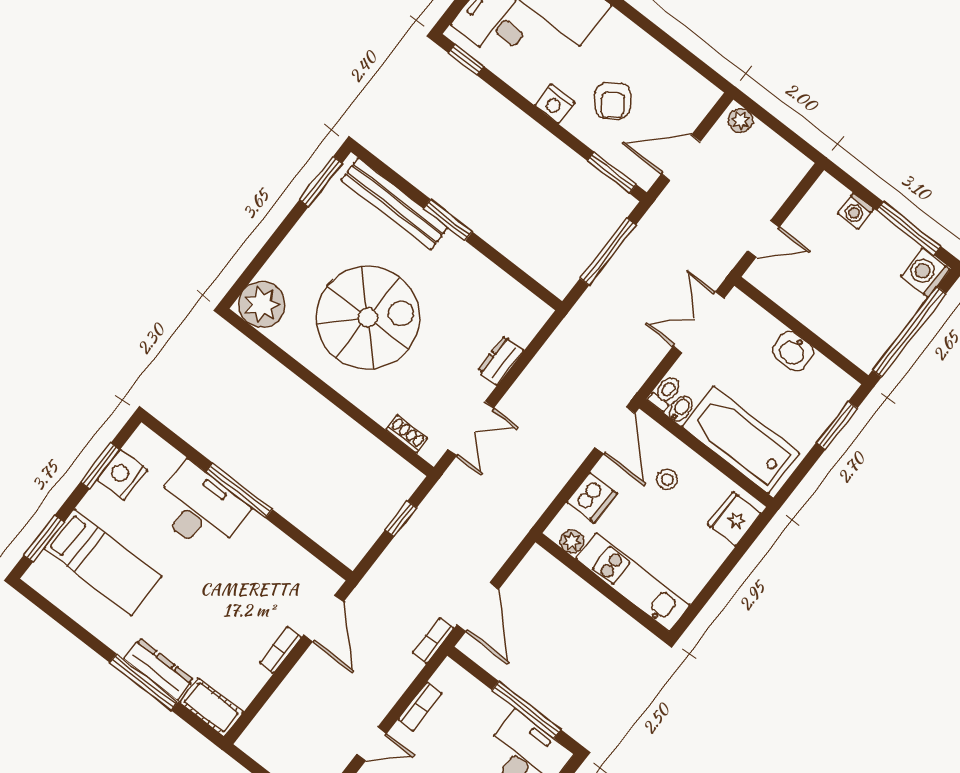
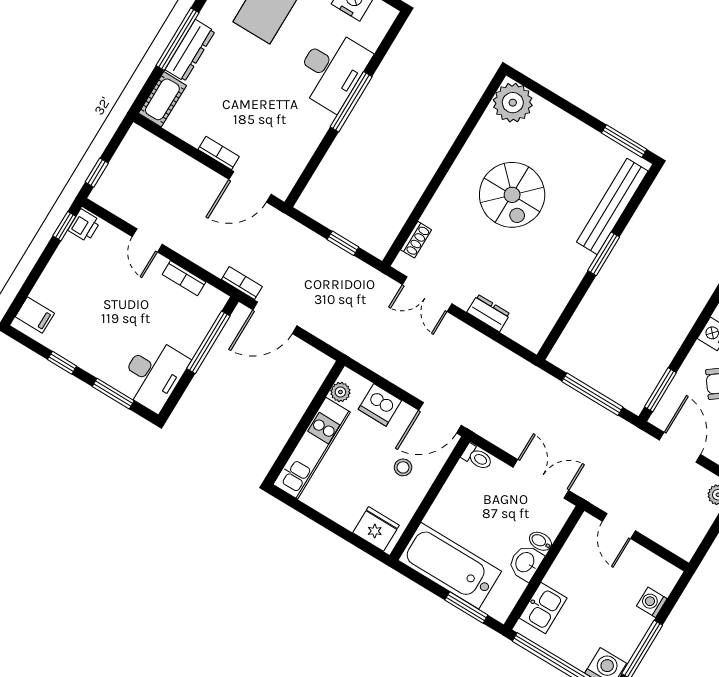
spiral stairs: (368, 318) -> (512, 195), width x0.73, depth x0.73
kitchen sink: (848, 337) -> (543, 608), added
bidet: (681, 409) -> (540, 541), moved, turned 180
bathtub: (741, 440) -> (450, 566), moved, turned -90
window: (526, 710) -> (208, 342), moved

